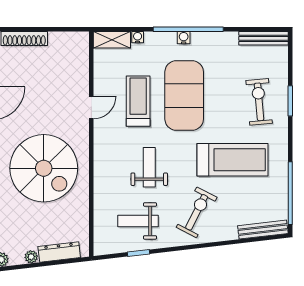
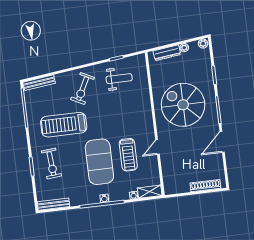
weight bench: (149, 167) -> (116, 114), removed

